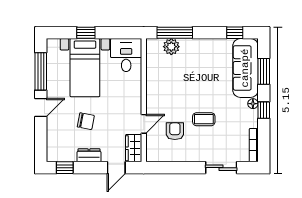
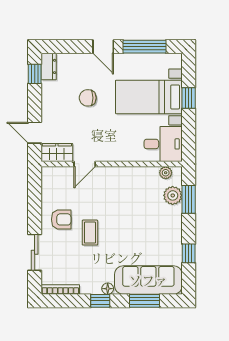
window: (175, 33) -> (189, 199), width x0.69
window: (235, 33) -> (189, 253), moved
plant: (151, 53) -> (166, 173), added
chair: (86, 121) -> (88, 98), turned 79
door: (144, 124) -> (85, 164), hinge flipped
armchair: (175, 131) -> (61, 219), moved
dresser: (89, 155) -> (49, 66), moved

